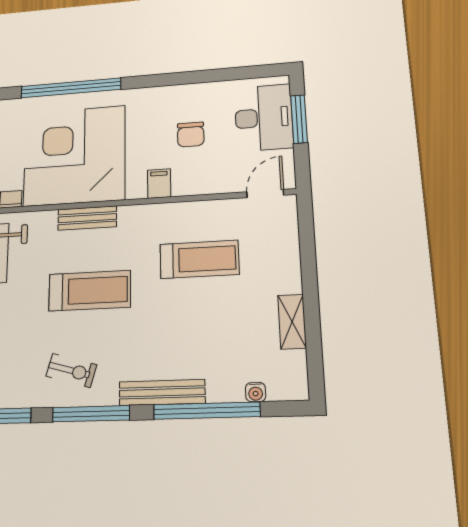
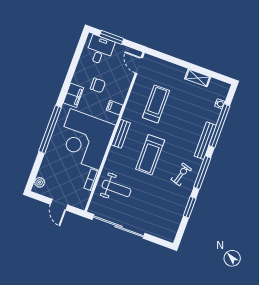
filing cabinet: (153, 100) -> (73, 95), added
desk: (264, 118) -> (100, 50), width x0.73
bench: (87, 218) -> (121, 134), moved
treadmill: (90, 291) -> (150, 155), turned 180

